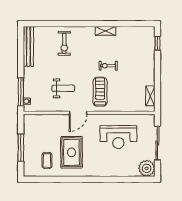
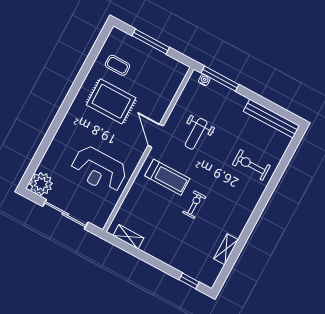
shelving: (105, 31) -> (226, 249), moved
reception desk: (118, 137) -> (99, 170), turned -90

